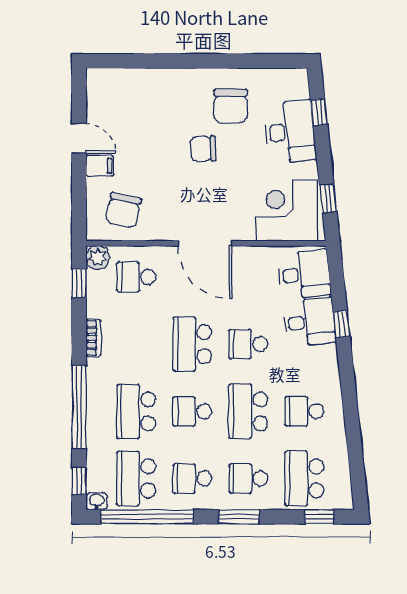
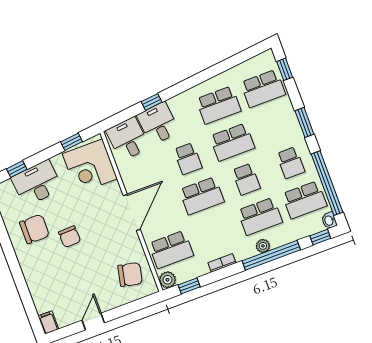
filing cabinet: (100, 166) -> (48, 322), moved
school desk: (136, 277) -> (171, 249), width x1.85
plant: (96, 401) -> (263, 246), added
school desk: (304, 411) -> (219, 105), width x1.85
school desk: (248, 478) -> (277, 126), removed

